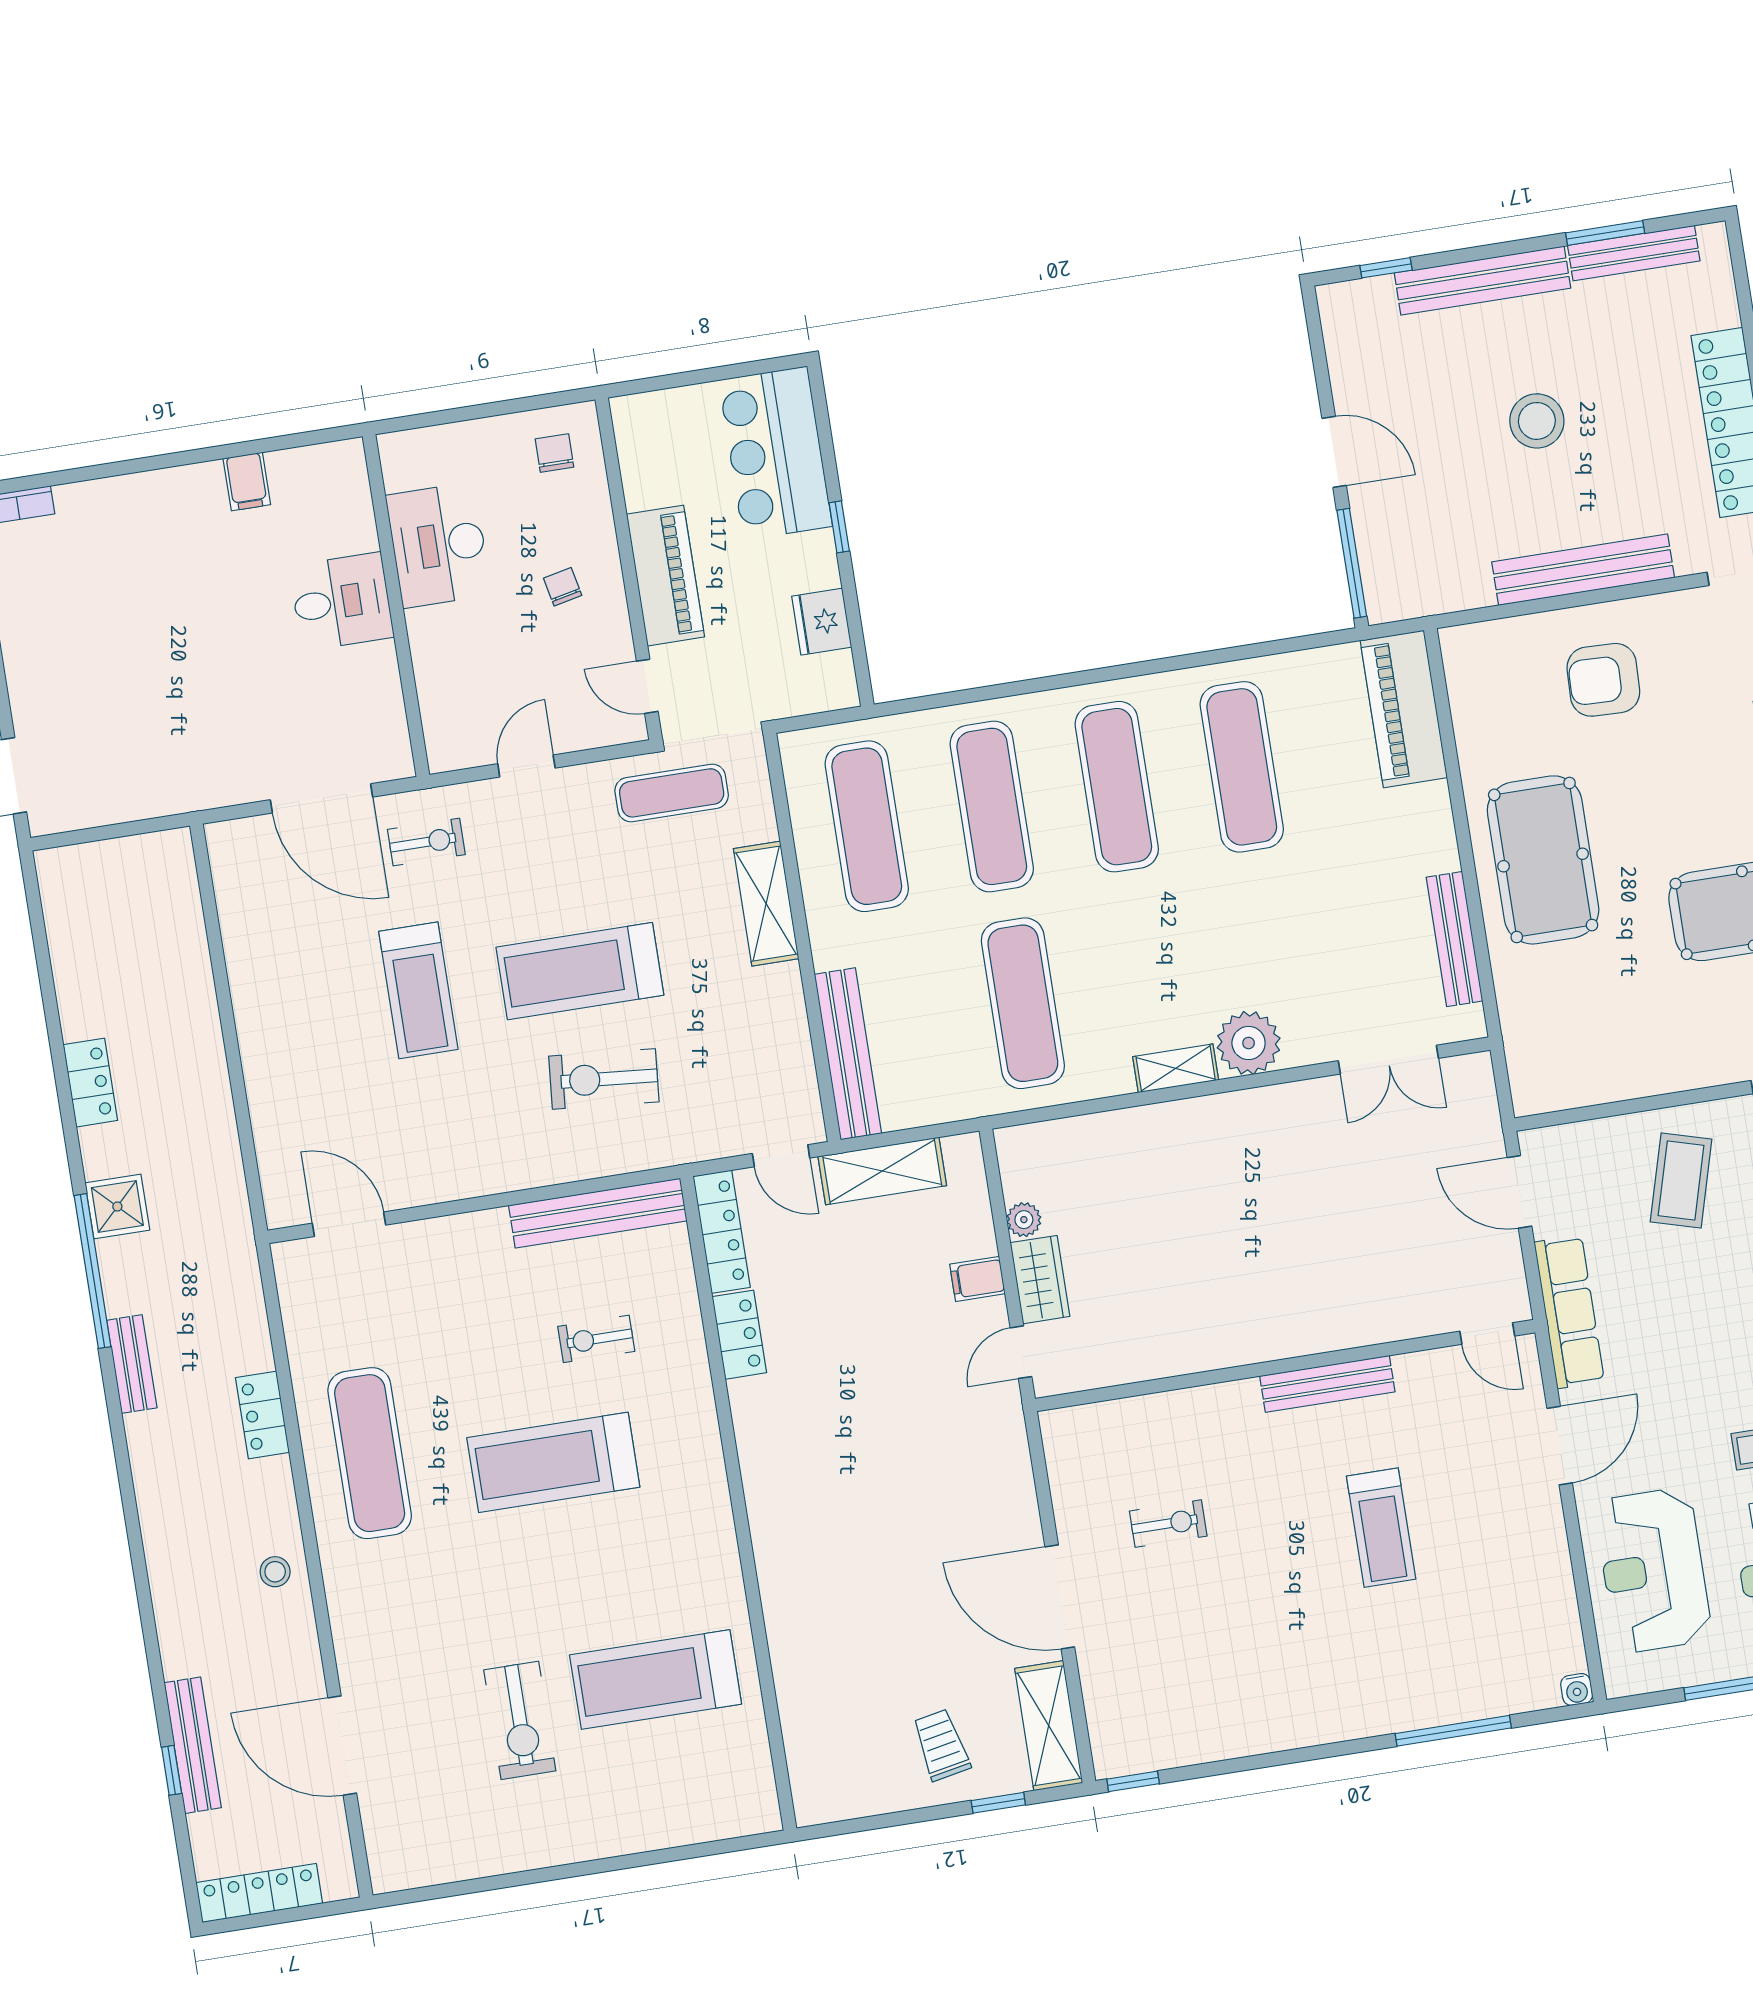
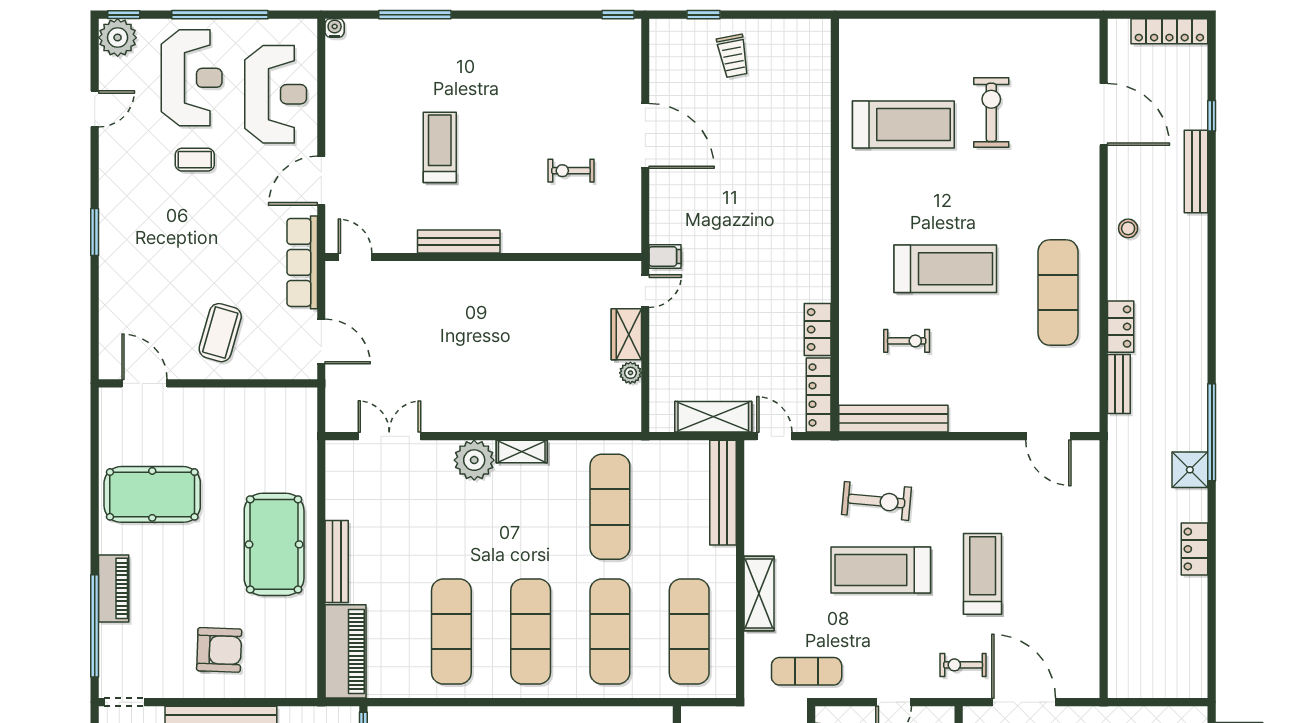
bench: (1454, 939) -> (337, 562), moved
treadmill: (580, 971) -> (881, 570), turned 180
filing cabinet: (977, 1279) -> (665, 256), moved
bench: (132, 1364) -> (1119, 384), moved
shelving: (1049, 1726) -> (665, 57), removed
bench: (193, 1745) -> (1196, 172), moved

